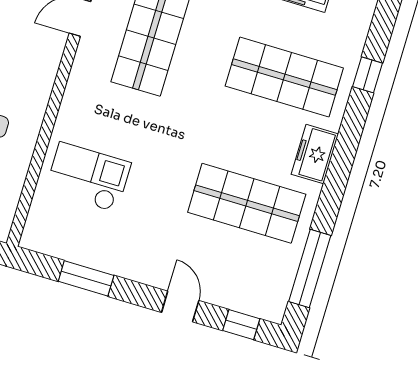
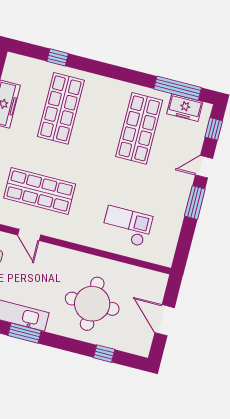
freezer: (315, 154) -> (185, 108), moved
checkout: (88, 177) -> (127, 226), turned 90
window: (86, 278) -> (195, 203), moved

